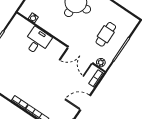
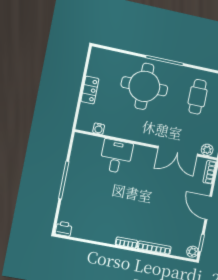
cafe table: (106, 34) -> (198, 97), moved
door: (85, 103) -> (208, 208), hinge flipped

